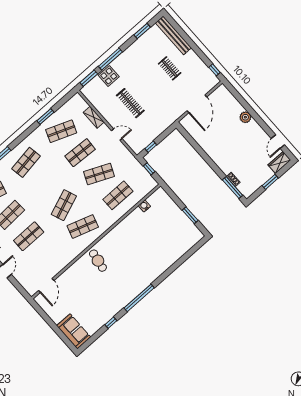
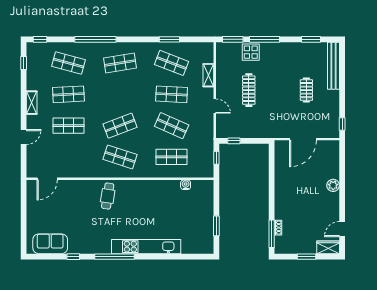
kitchen unit: (155, 272) -> (146, 247), added
sofa: (74, 331) -> (50, 244), moved, turned -90

